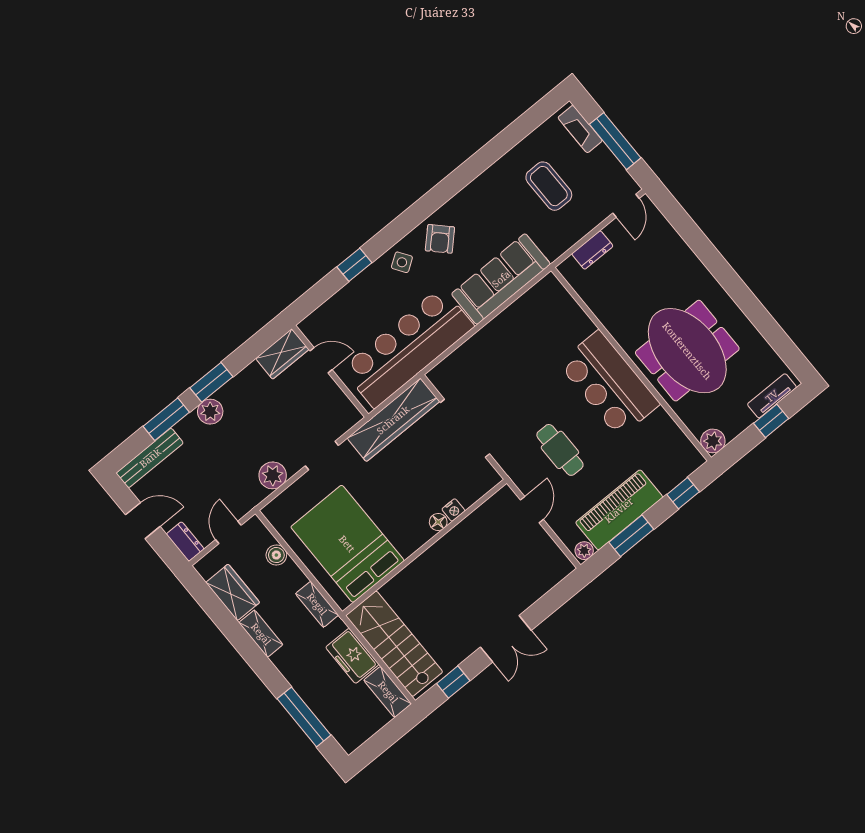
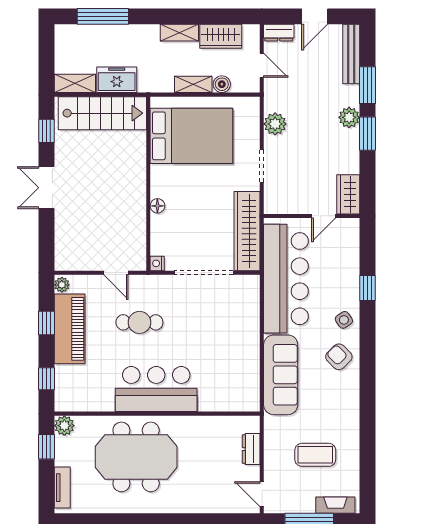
window: (771, 421) -> (46, 447), moved
nightstand: (453, 510) -> (157, 263), moved
window: (631, 536) -> (46, 323), width x0.67
shelving: (317, 604) -> (193, 84), moved

